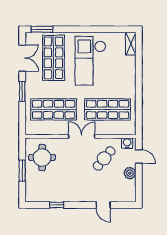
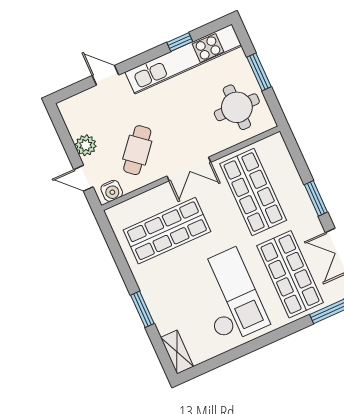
window: (139, 74) -> (142, 309), added
shop shelf: (53, 109) -> (253, 192), turned 90
kitchen unit: (59, 195) -> (183, 59), added

